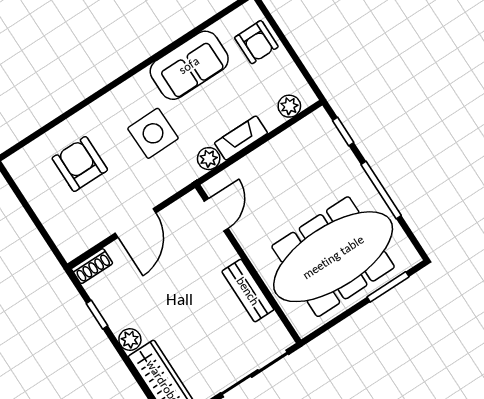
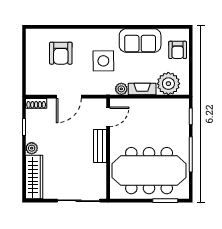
plant: (289, 106) -> (168, 84), width x1.88, depth x1.88
armchair: (80, 164) -> (61, 53), turned 180
bench: (248, 291) -> (100, 146), moved

